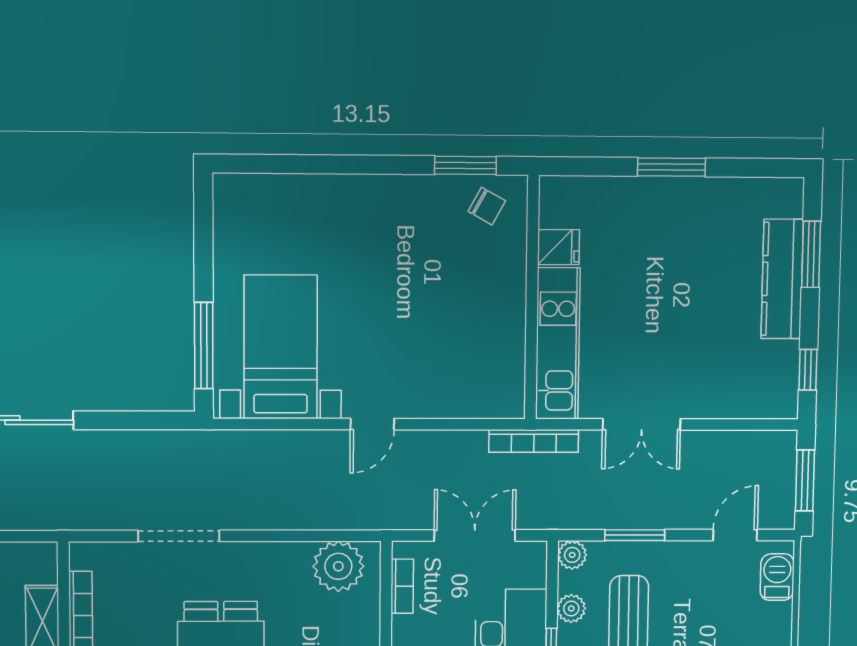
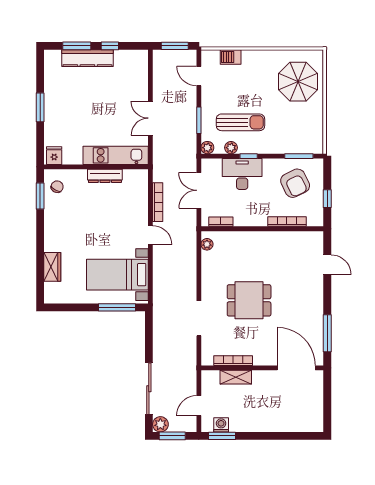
wardrobe: (299, 193) -> (52, 267), added
fridge: (559, 247) -> (54, 156), moved
dresser: (511, 319) -> (105, 176), added
window: (808, 370) -> (110, 46), moved
double door: (642, 424) -> (150, 118), swing flipped
bookcase: (534, 441) -> (158, 202), moved
plant: (338, 566) -> (207, 244), width x0.53, depth x0.53
barbecue: (777, 577) -> (231, 57), moved

